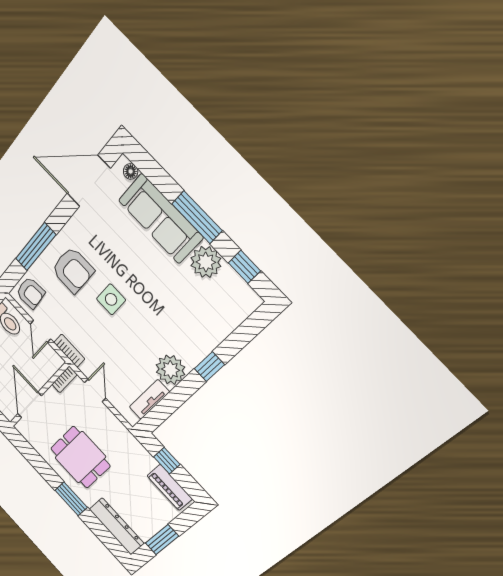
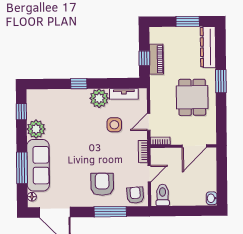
window: (197, 217) -> (22, 168), moved
side table: (111, 299) -> (114, 125), moved
piano: (170, 487) -> (156, 59), moved

